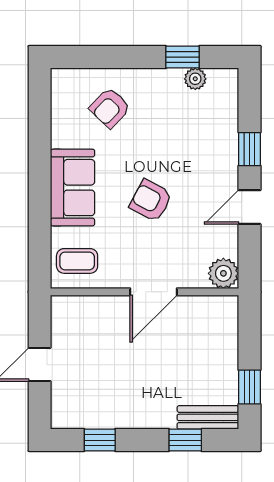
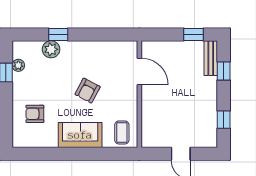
armchair: (110, 108) -> (35, 114), turned 136
door: (249, 207) -> (91, 35), removed
plant: (223, 273) -> (51, 49), moved
door: (153, 292) -> (139, 71), moved

